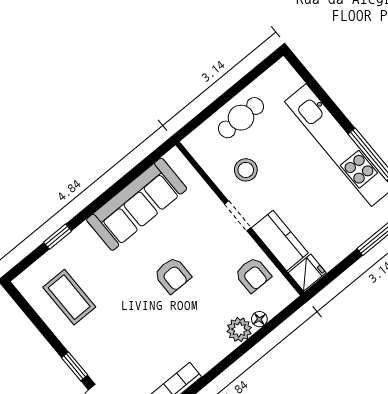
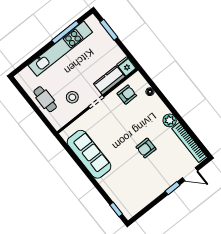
window: (57, 237) -> (116, 210), moved
armchair: (173, 275) -> (146, 148), moved, turned 180
coffee table: (69, 297) -> (137, 190), removed
plant: (239, 330) -> (170, 120), moved

